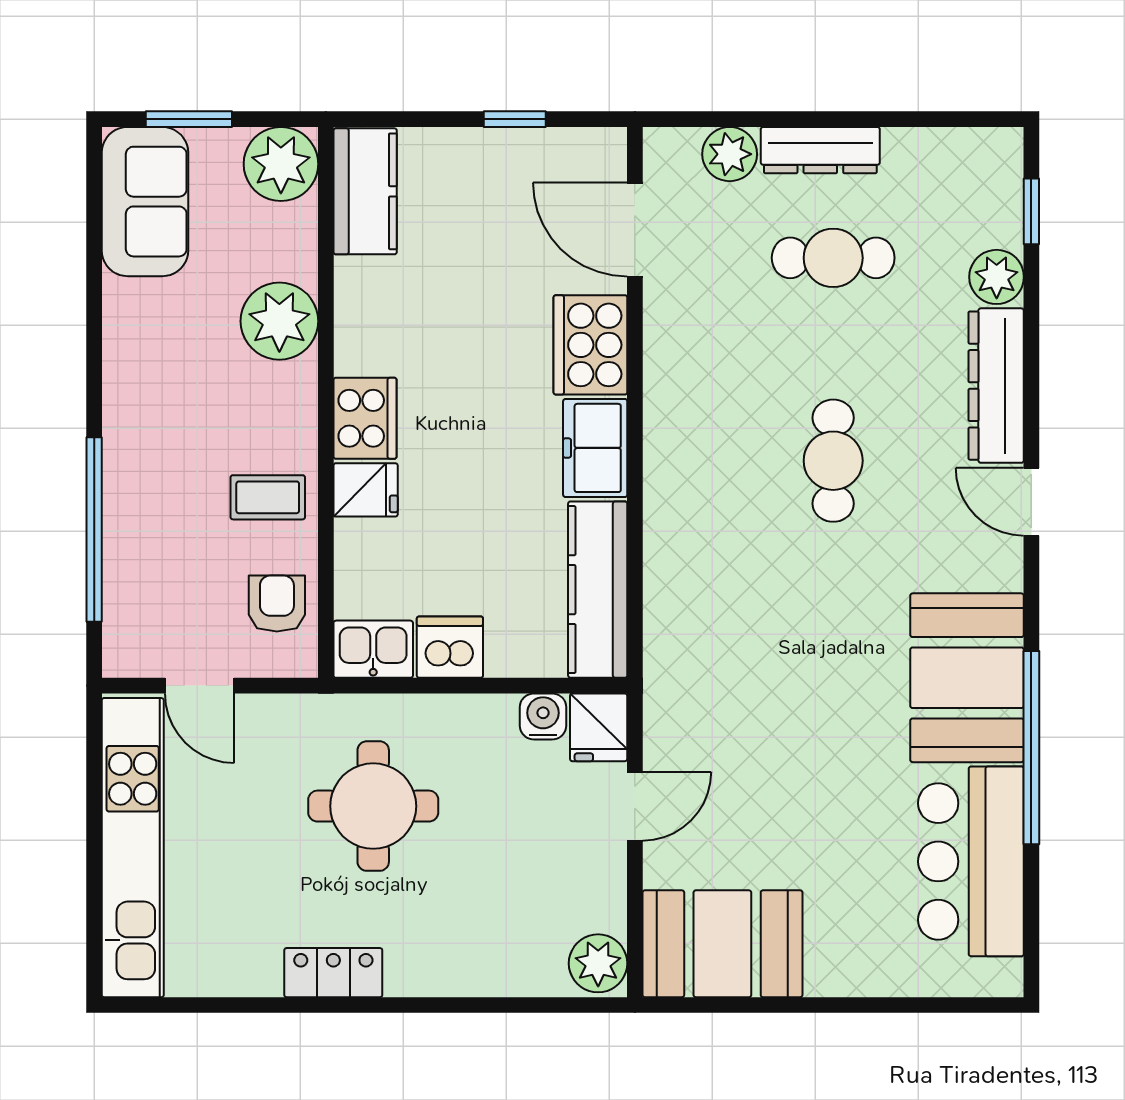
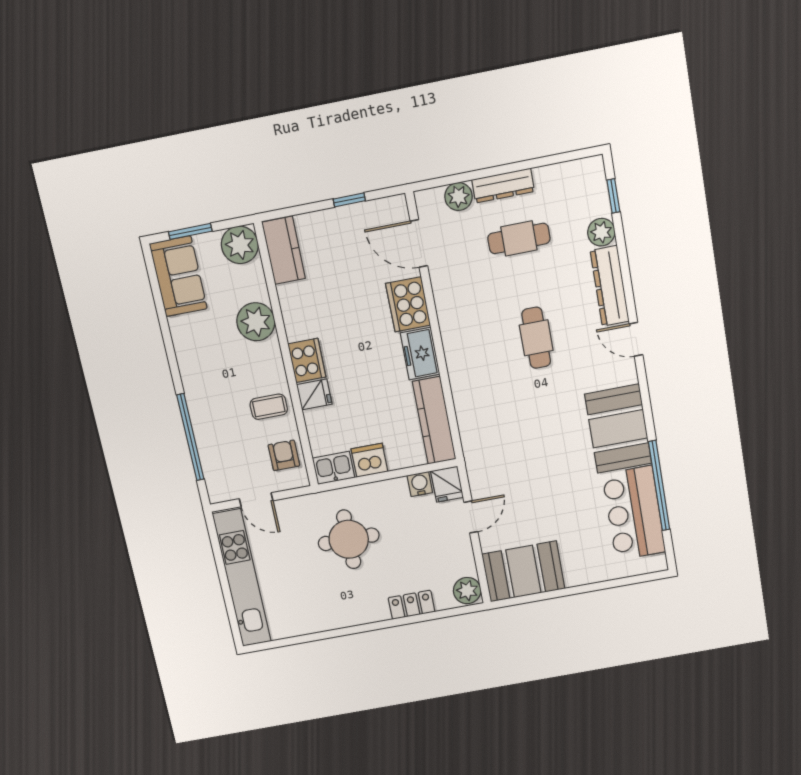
window: (1031, 748) -> (659, 486), moved
locker: (333, 973) -> (411, 605), moved

